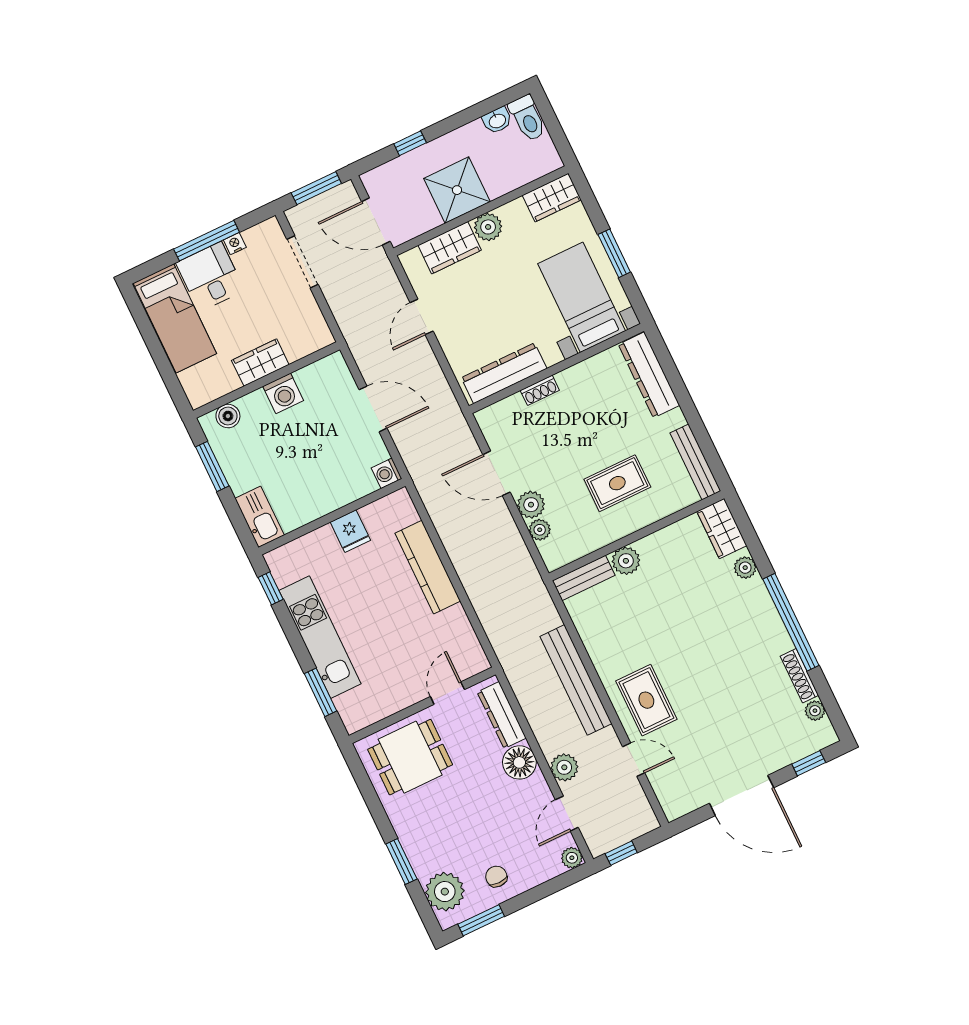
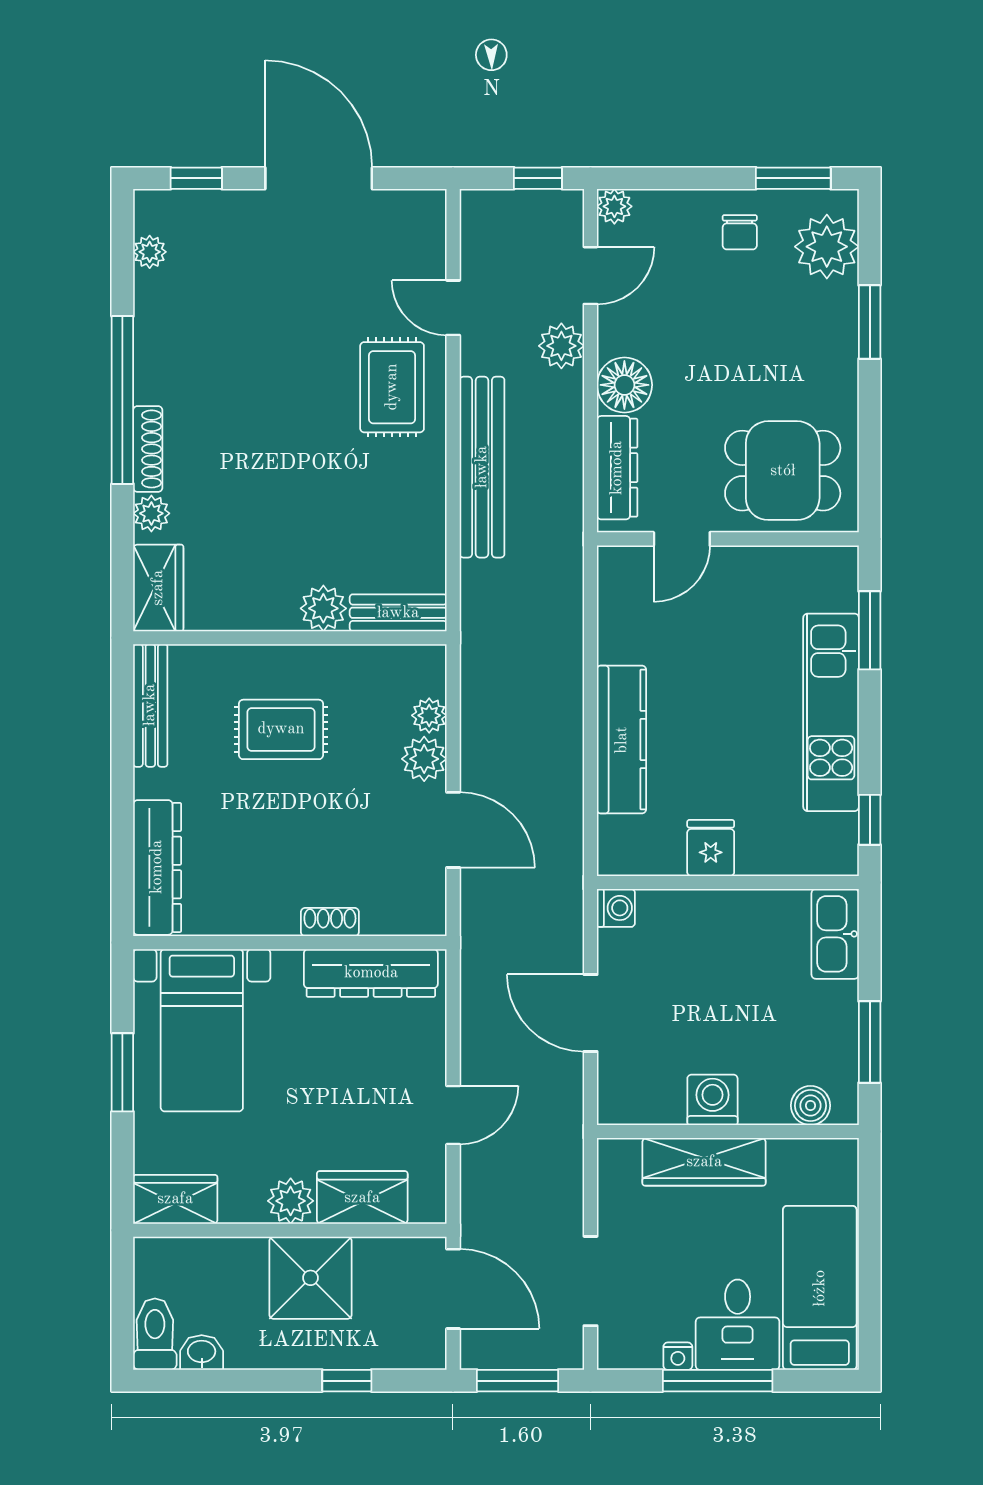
wardrobe: (260, 363) -> (704, 1162), width x1.50
shoe rack: (799, 676) -> (148, 449), moved

